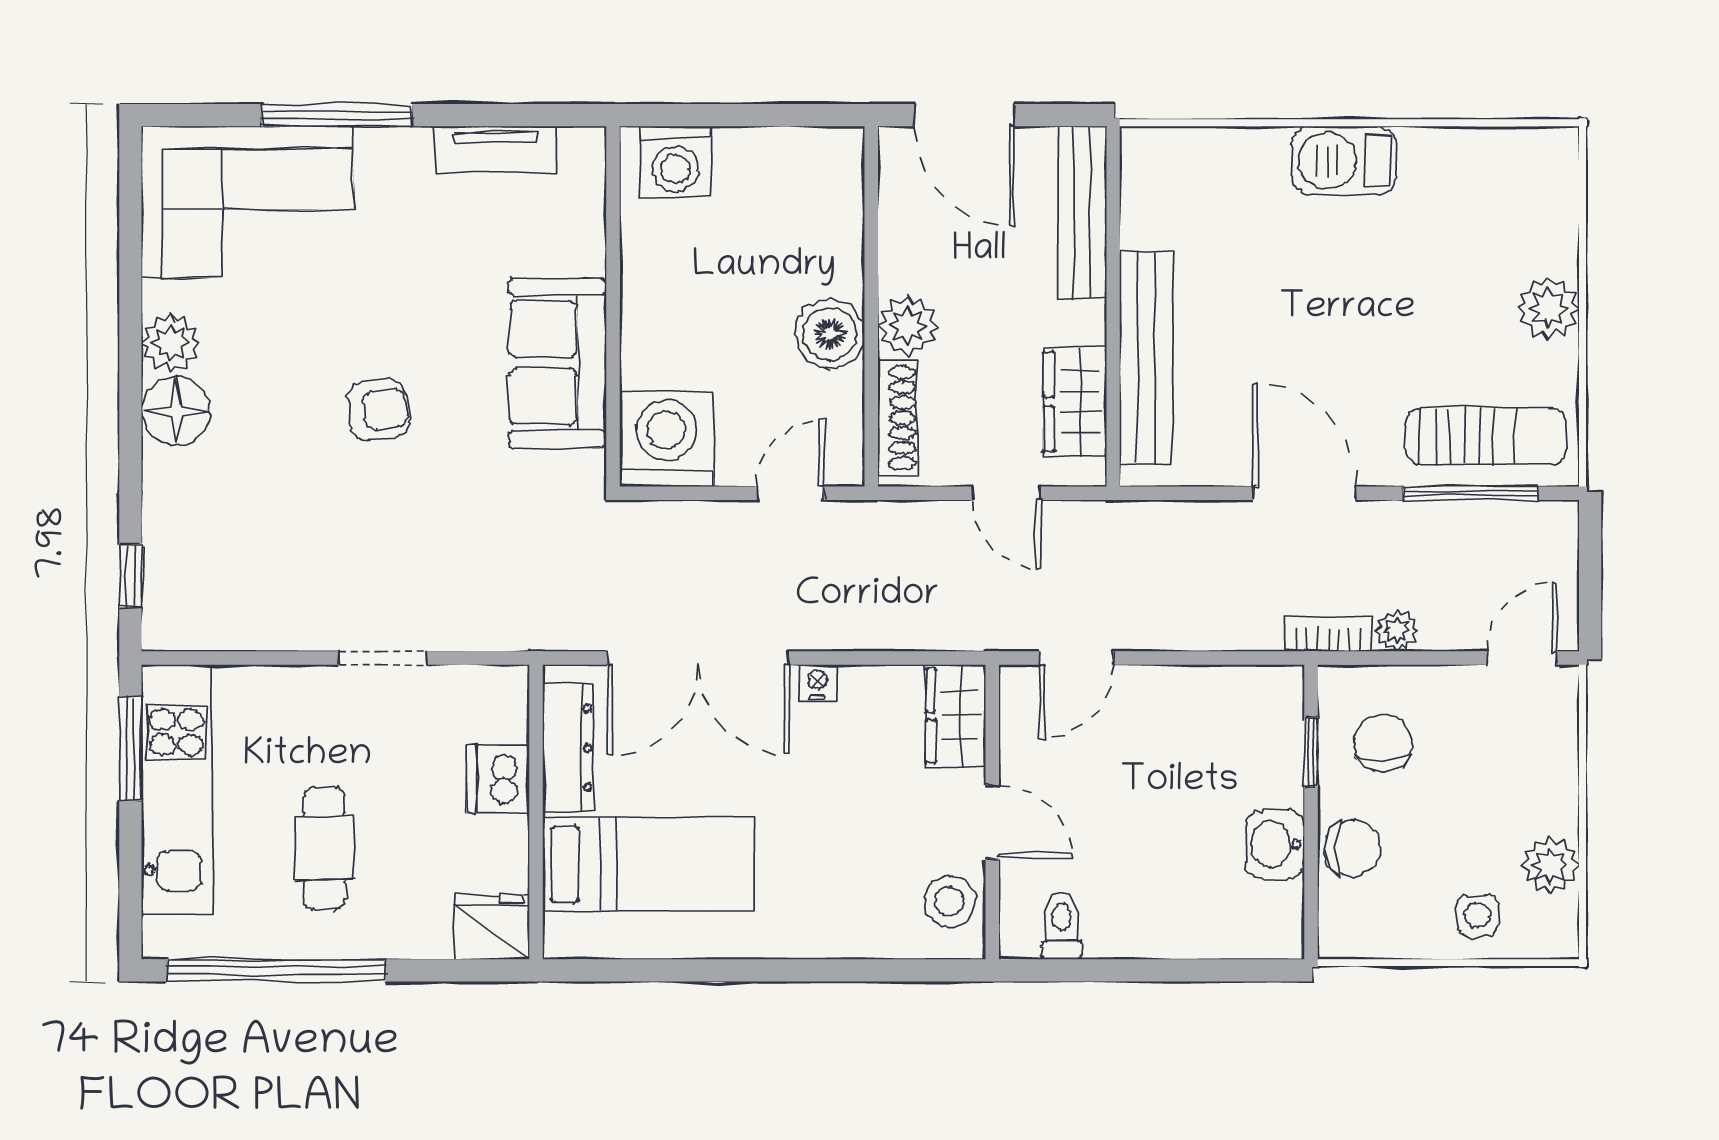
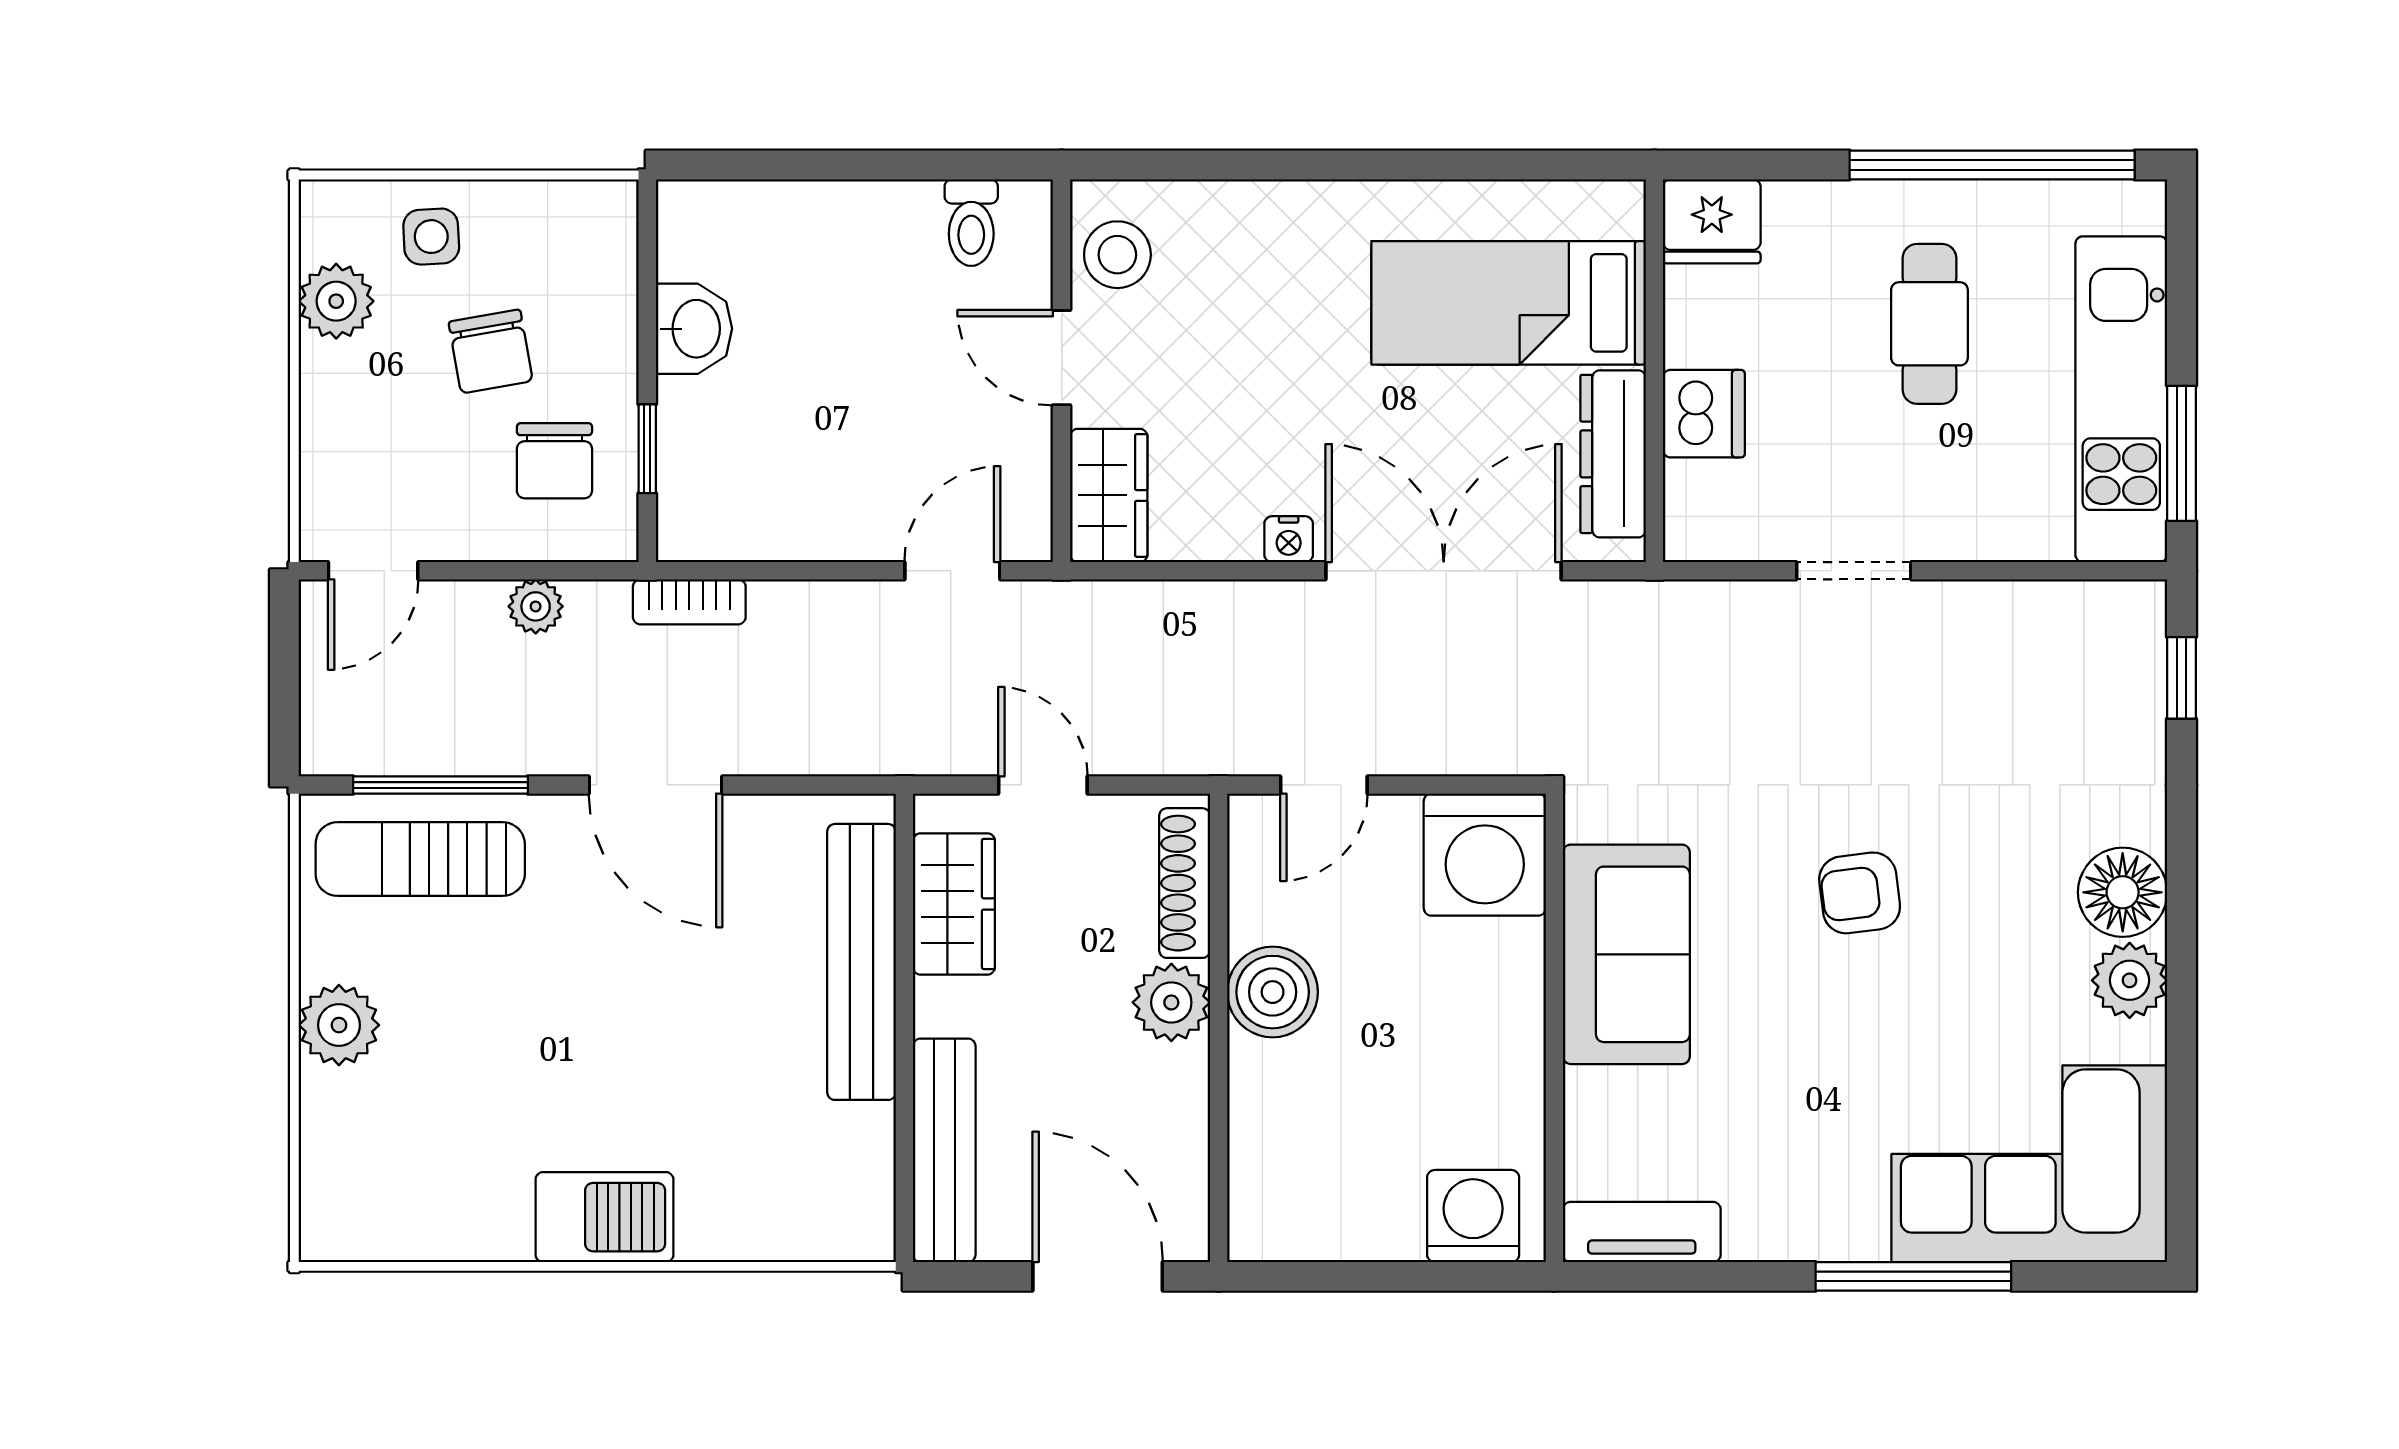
tv unit: (495, 149) -> (1642, 1232), moved
bookcase: (1328, 634) -> (689, 602), moved
chair: (1353, 849) -> (491, 351), moved, turned -100

